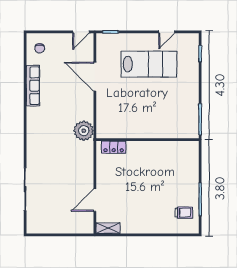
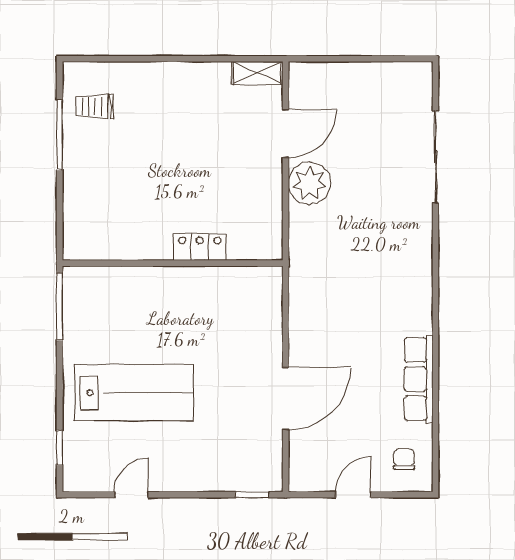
door: (81, 32) -> (353, 495), moved
lab bench: (149, 64) -> (134, 393), moved, turned 180
door: (95, 77) -> (286, 399), hinge flipped
plant: (84, 131) -> (310, 183), moved
locker: (114, 147) -> (200, 247), moved

